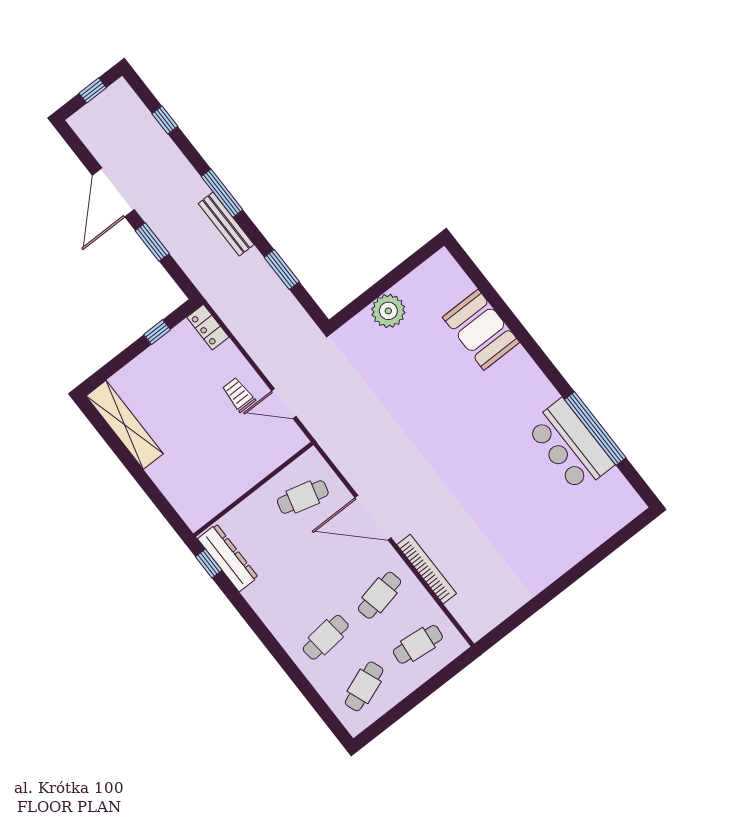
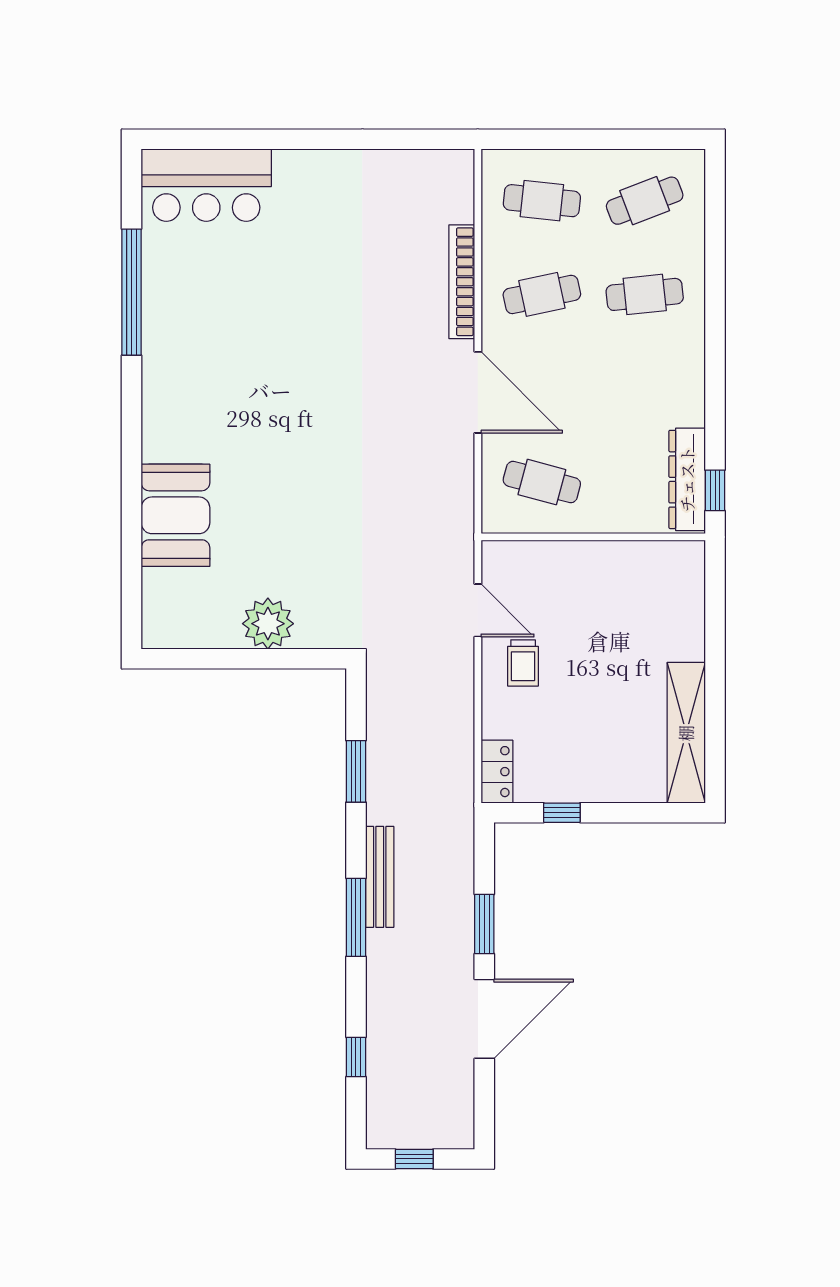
bar counter: (570, 446) -> (206, 185), moved, turned 90

